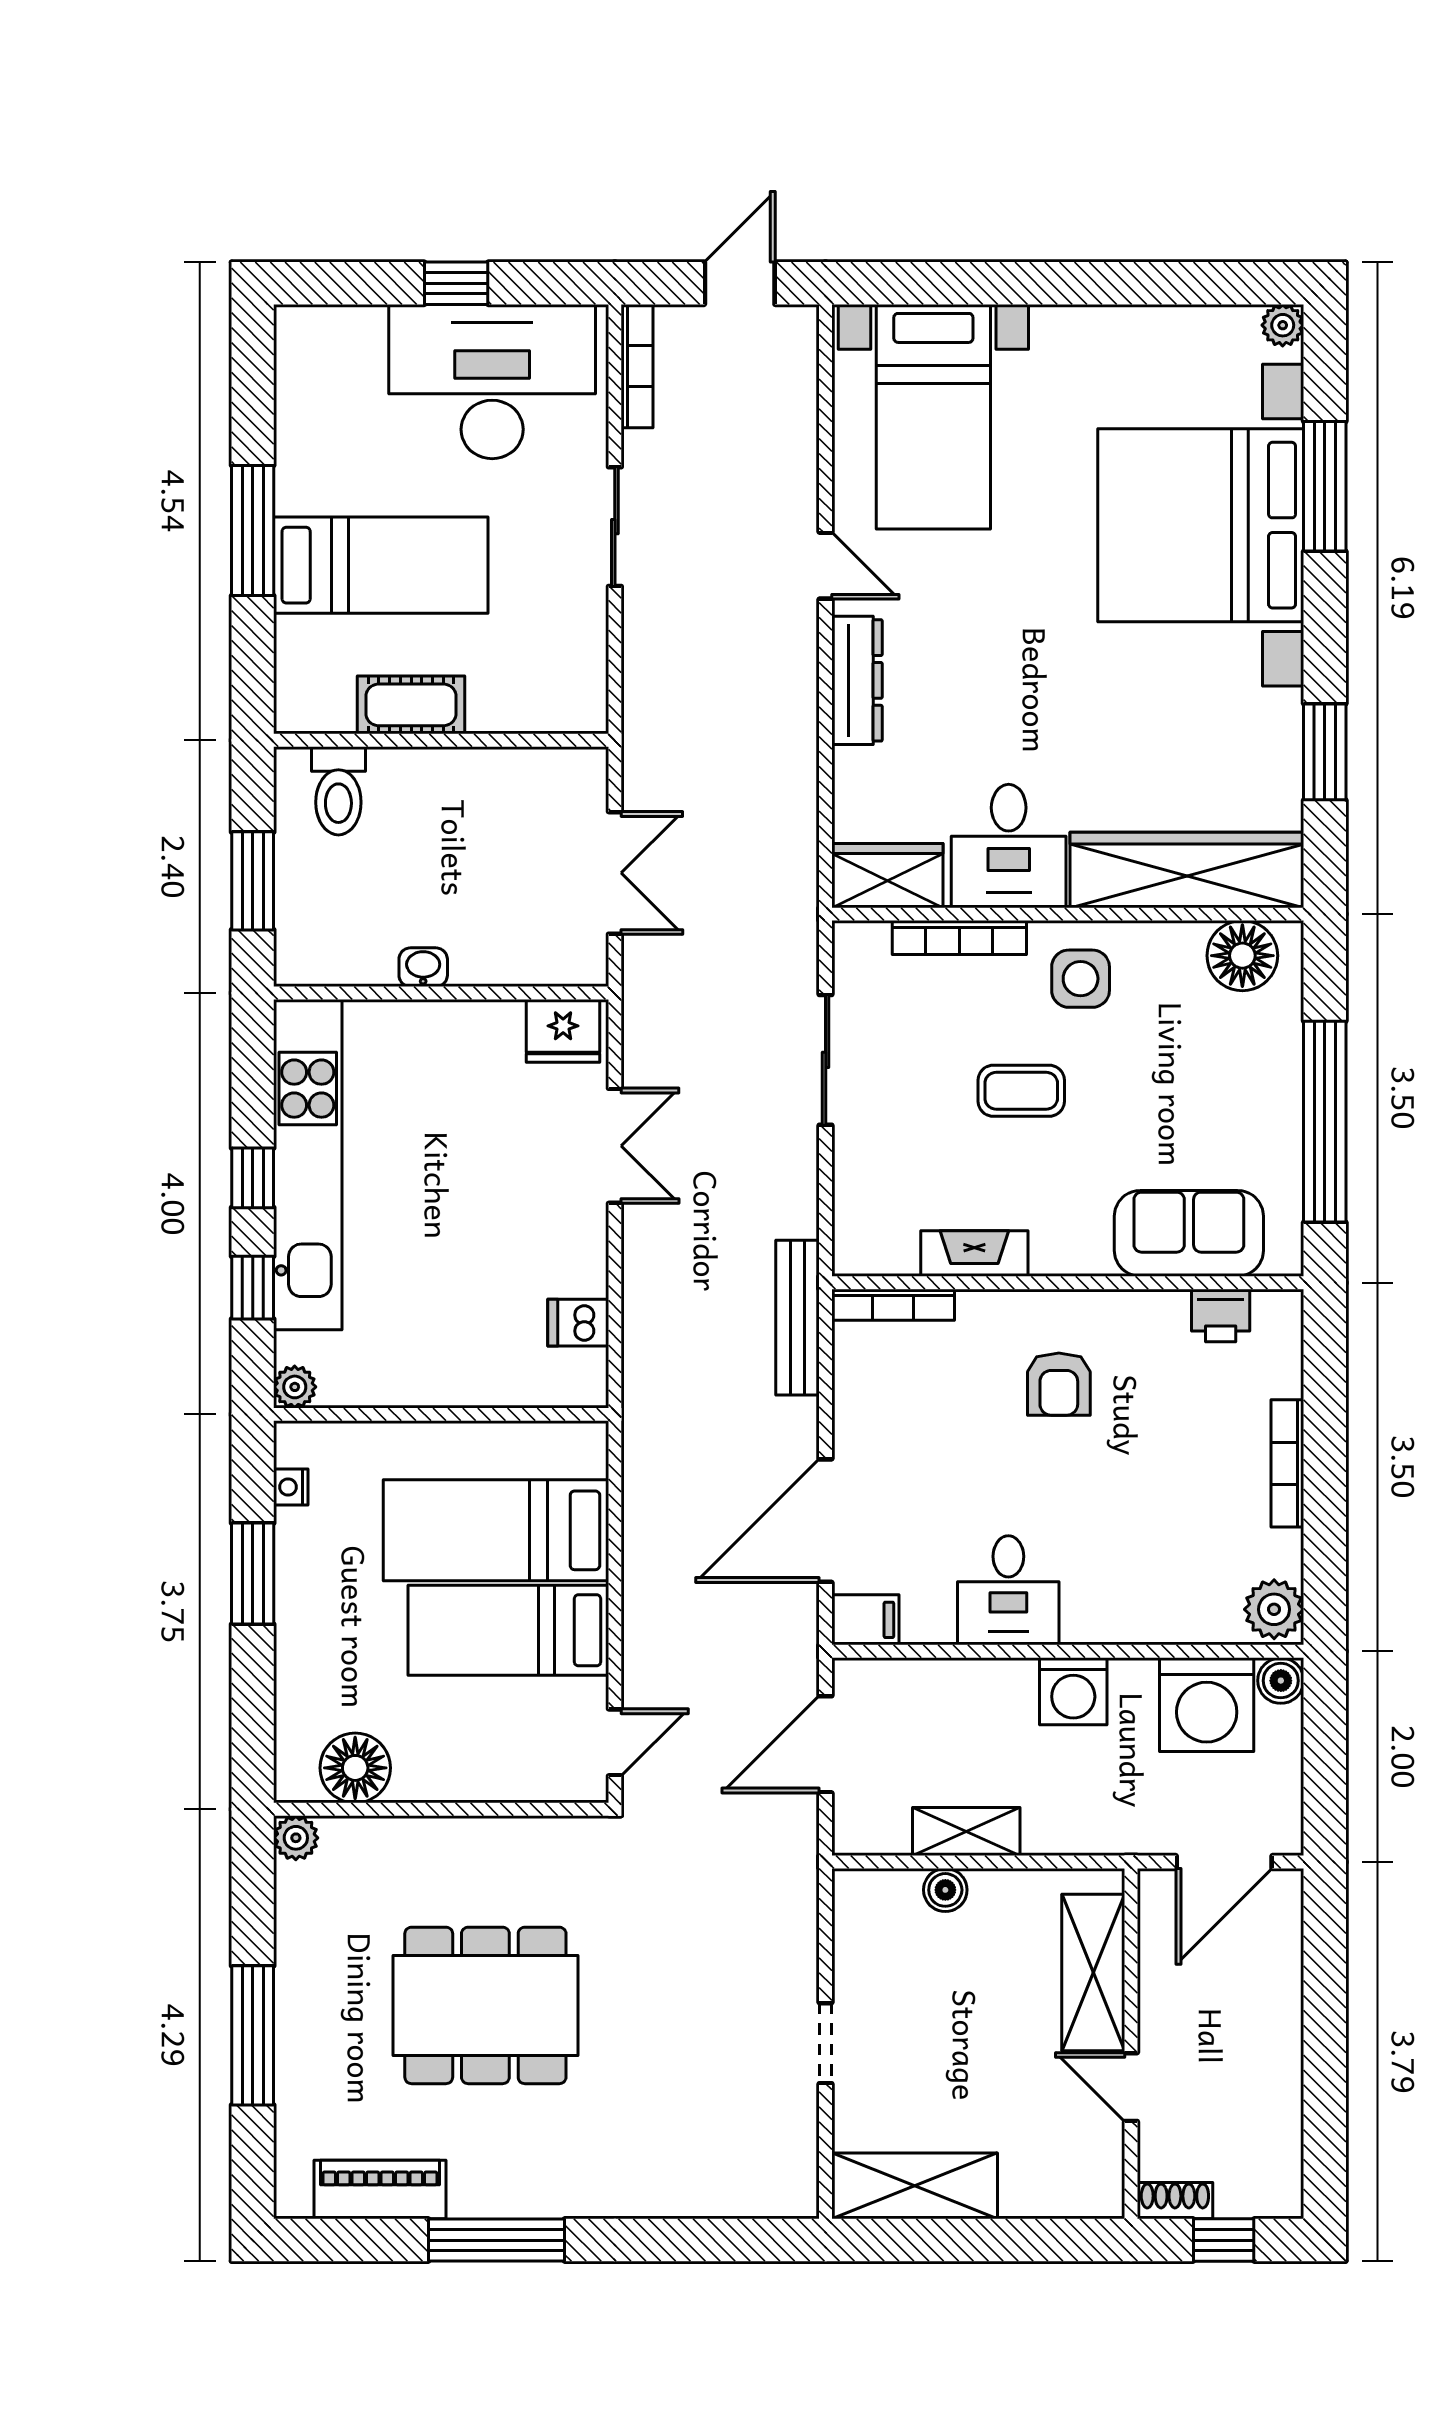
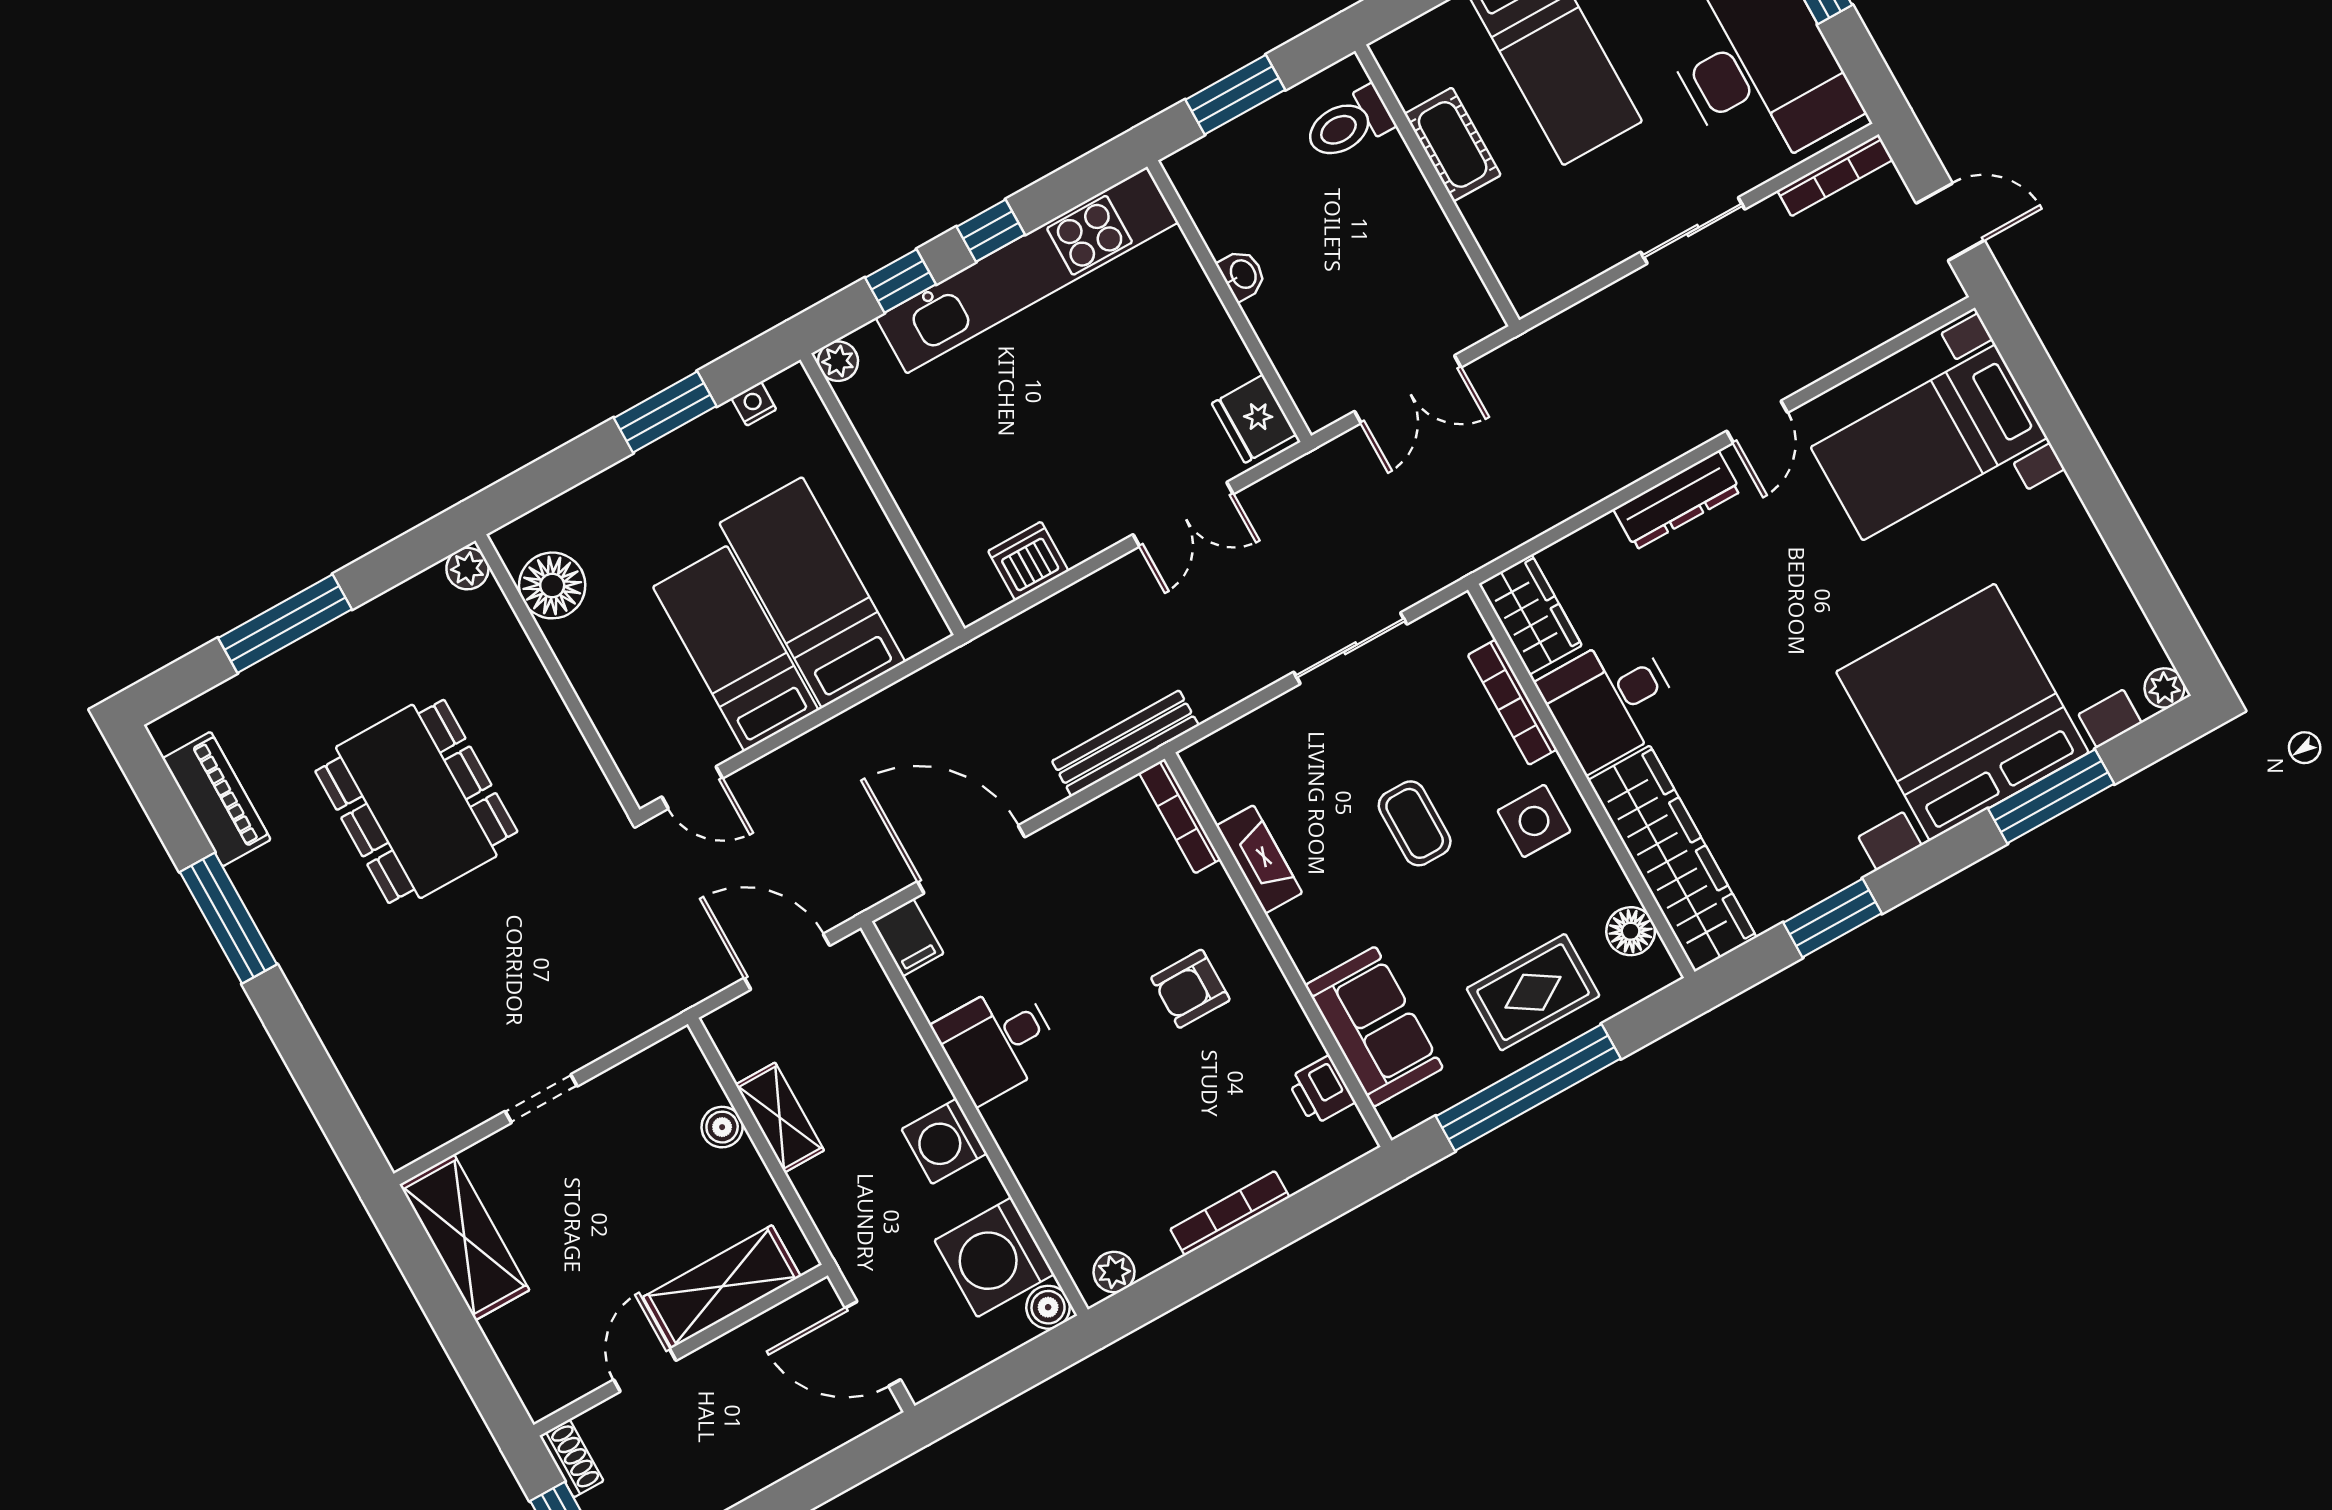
floor lamp: (1242, 956) -> (1631, 931), width x0.73, depth x0.73
rug: (1239, 1068) -> (1533, 992), added
dishwasher: (578, 1323) -> (1028, 561), width x1.38
plant: (1274, 1609) -> (1114, 1272), width x0.73, depth x0.73

